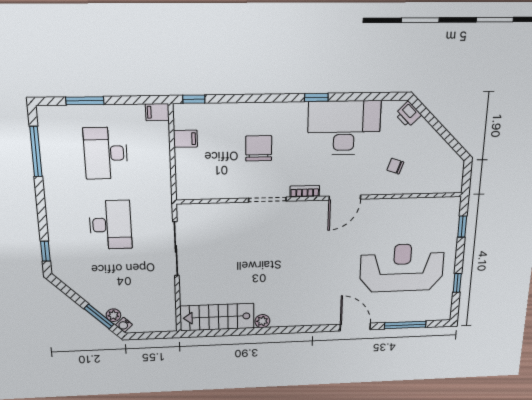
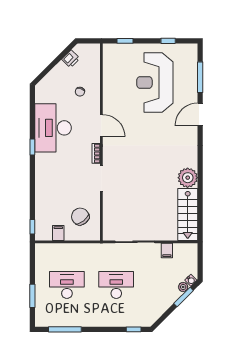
filing cabinet: (157, 112) -> (167, 251), moved
printer: (408, 114) -> (71, 59), moved
chair: (259, 148) -> (80, 217), moved, turned 52
desk: (106, 153) -> (67, 285), turned 180
plant: (262, 321) -> (188, 178), width x1.87, depth x1.87

